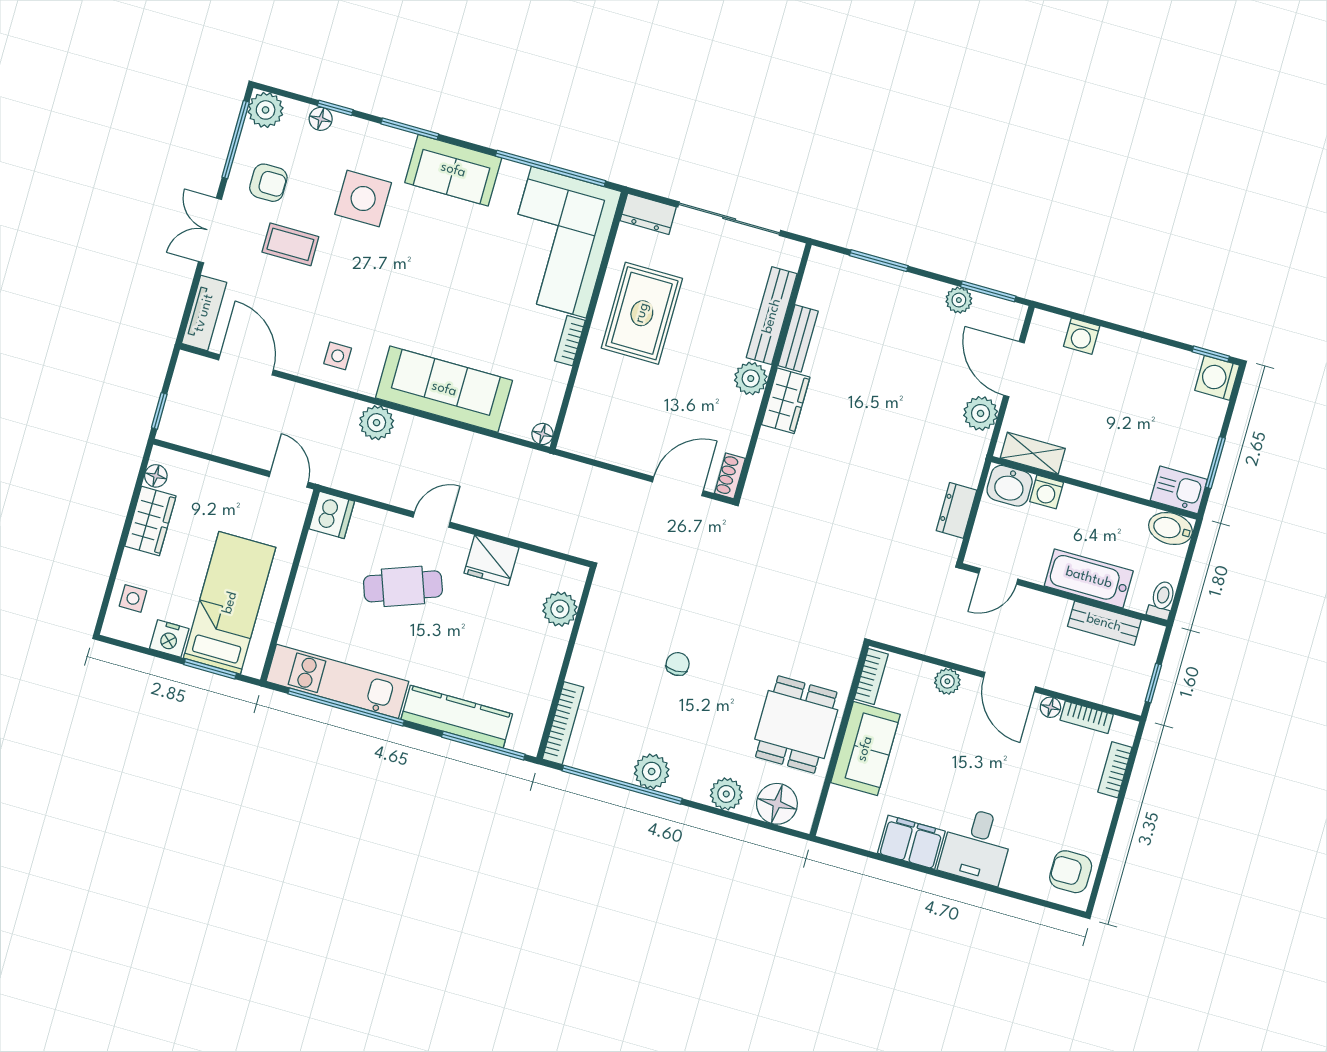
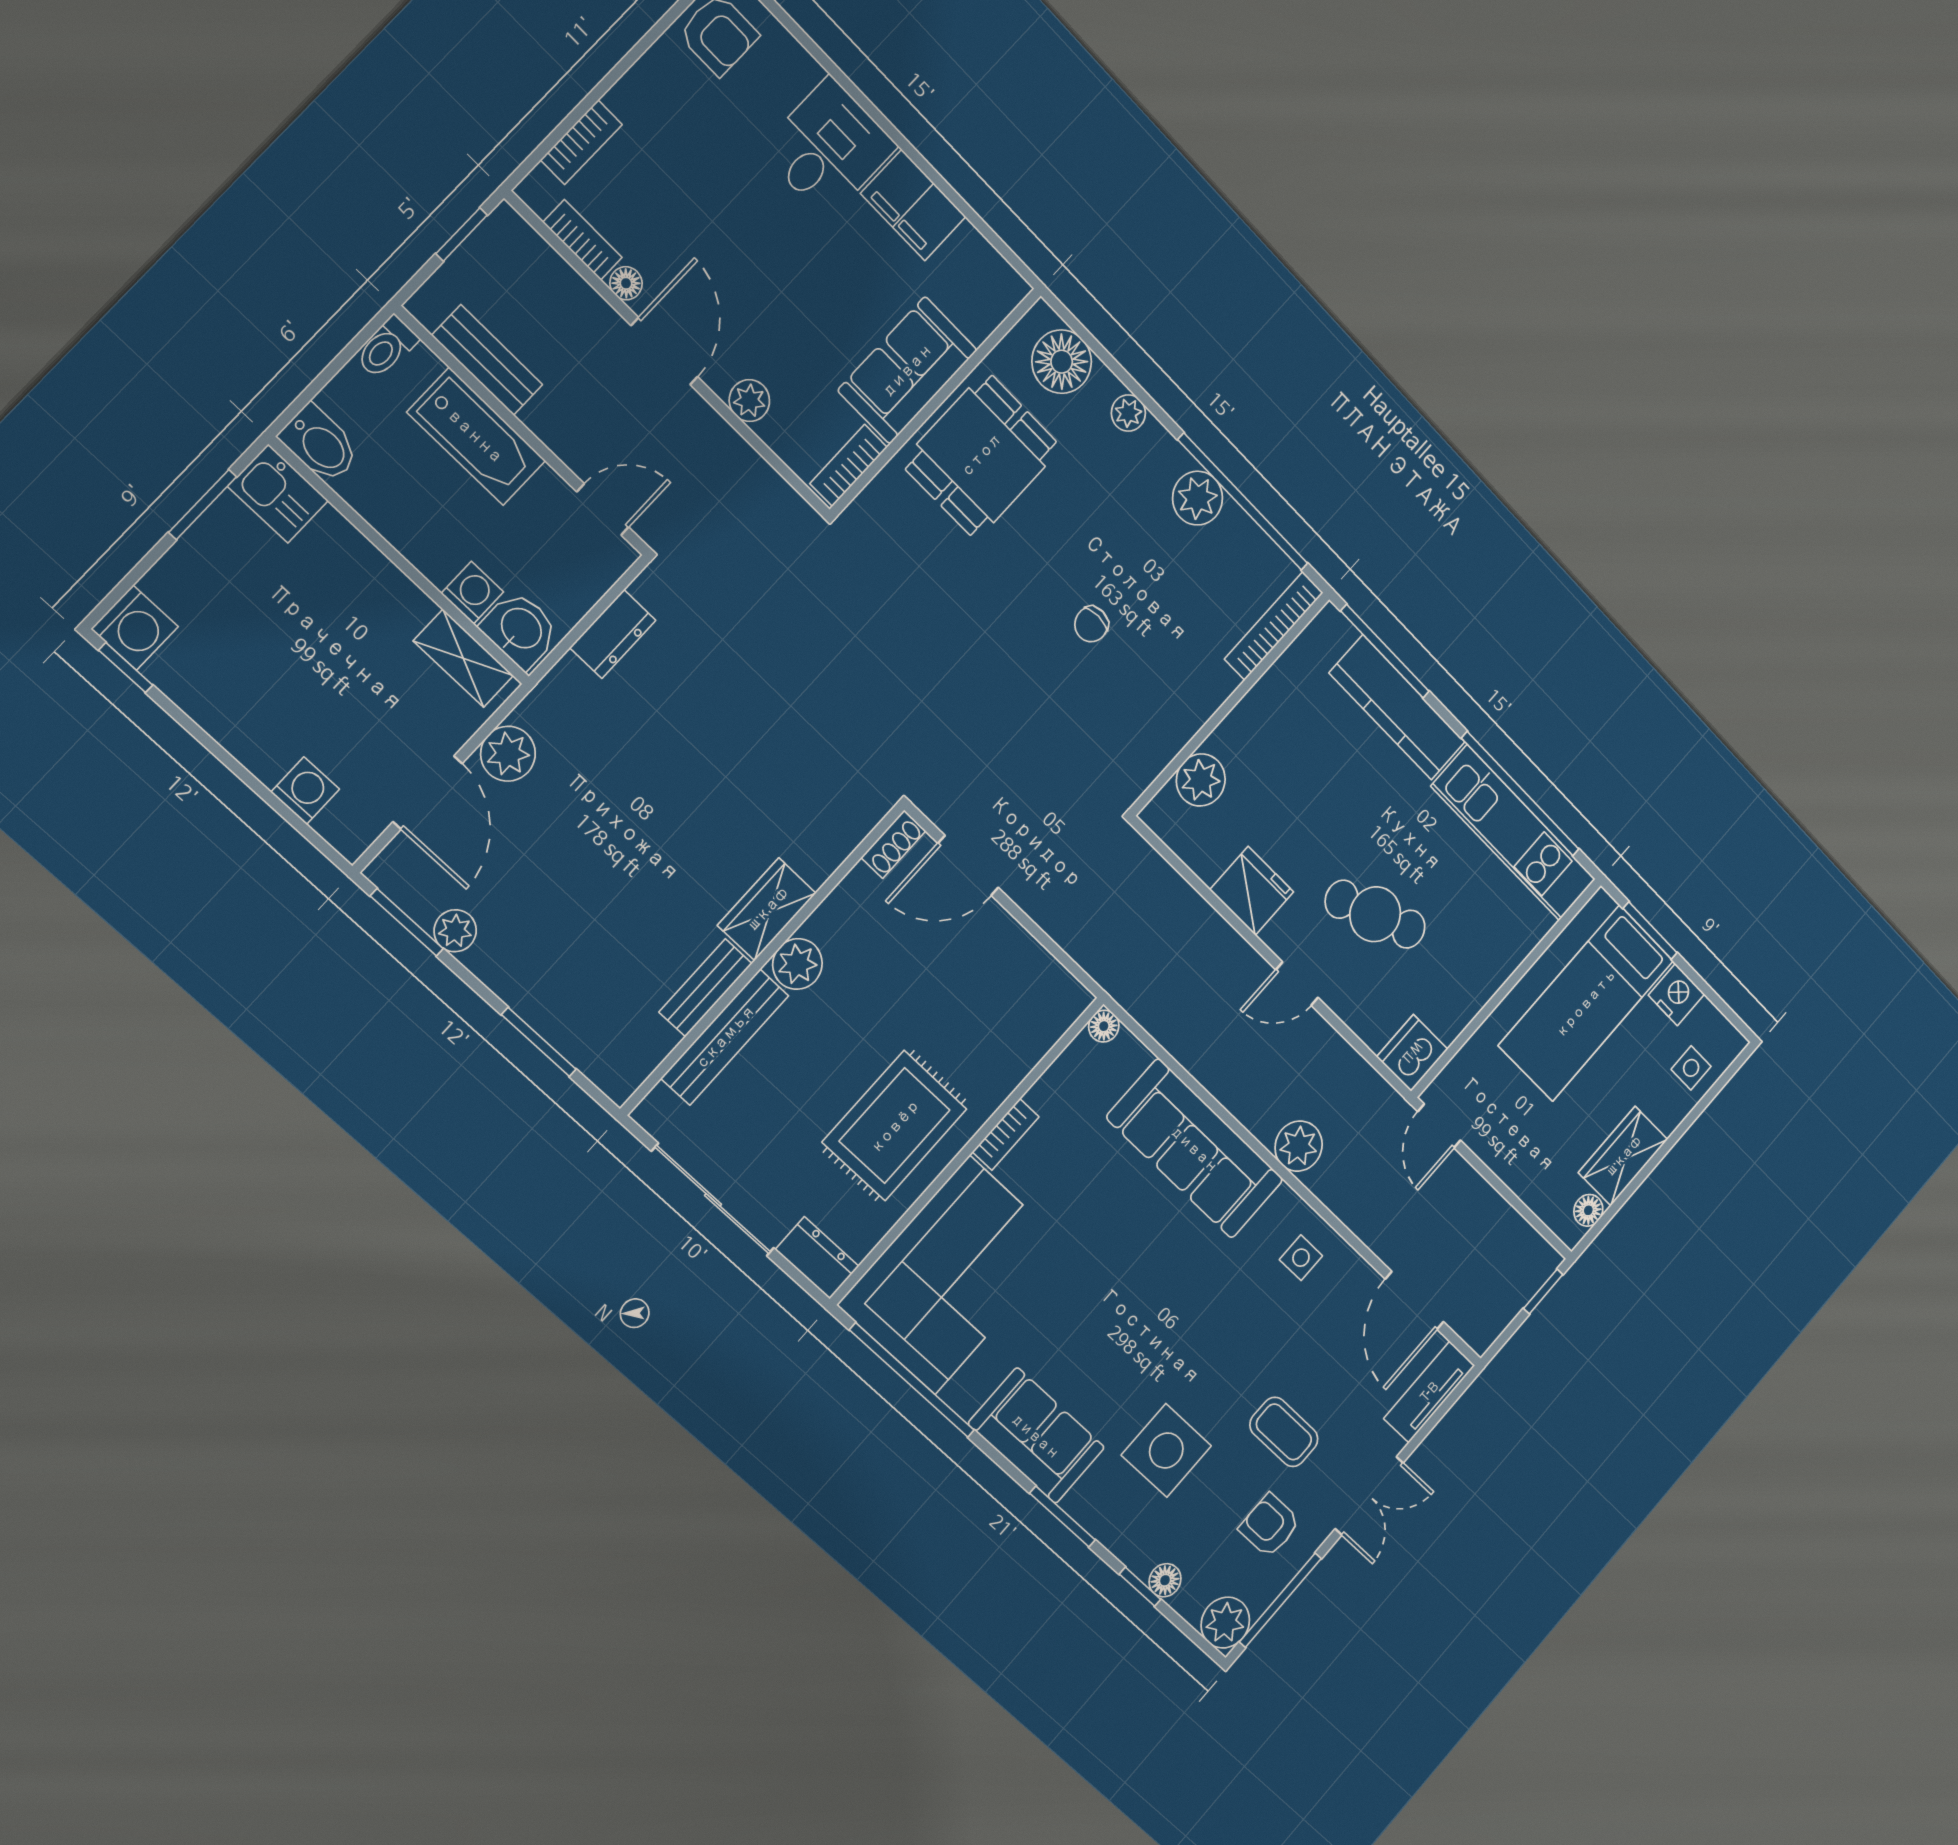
plant: (726, 794) -> (1128, 413), width x0.73, depth x0.73

